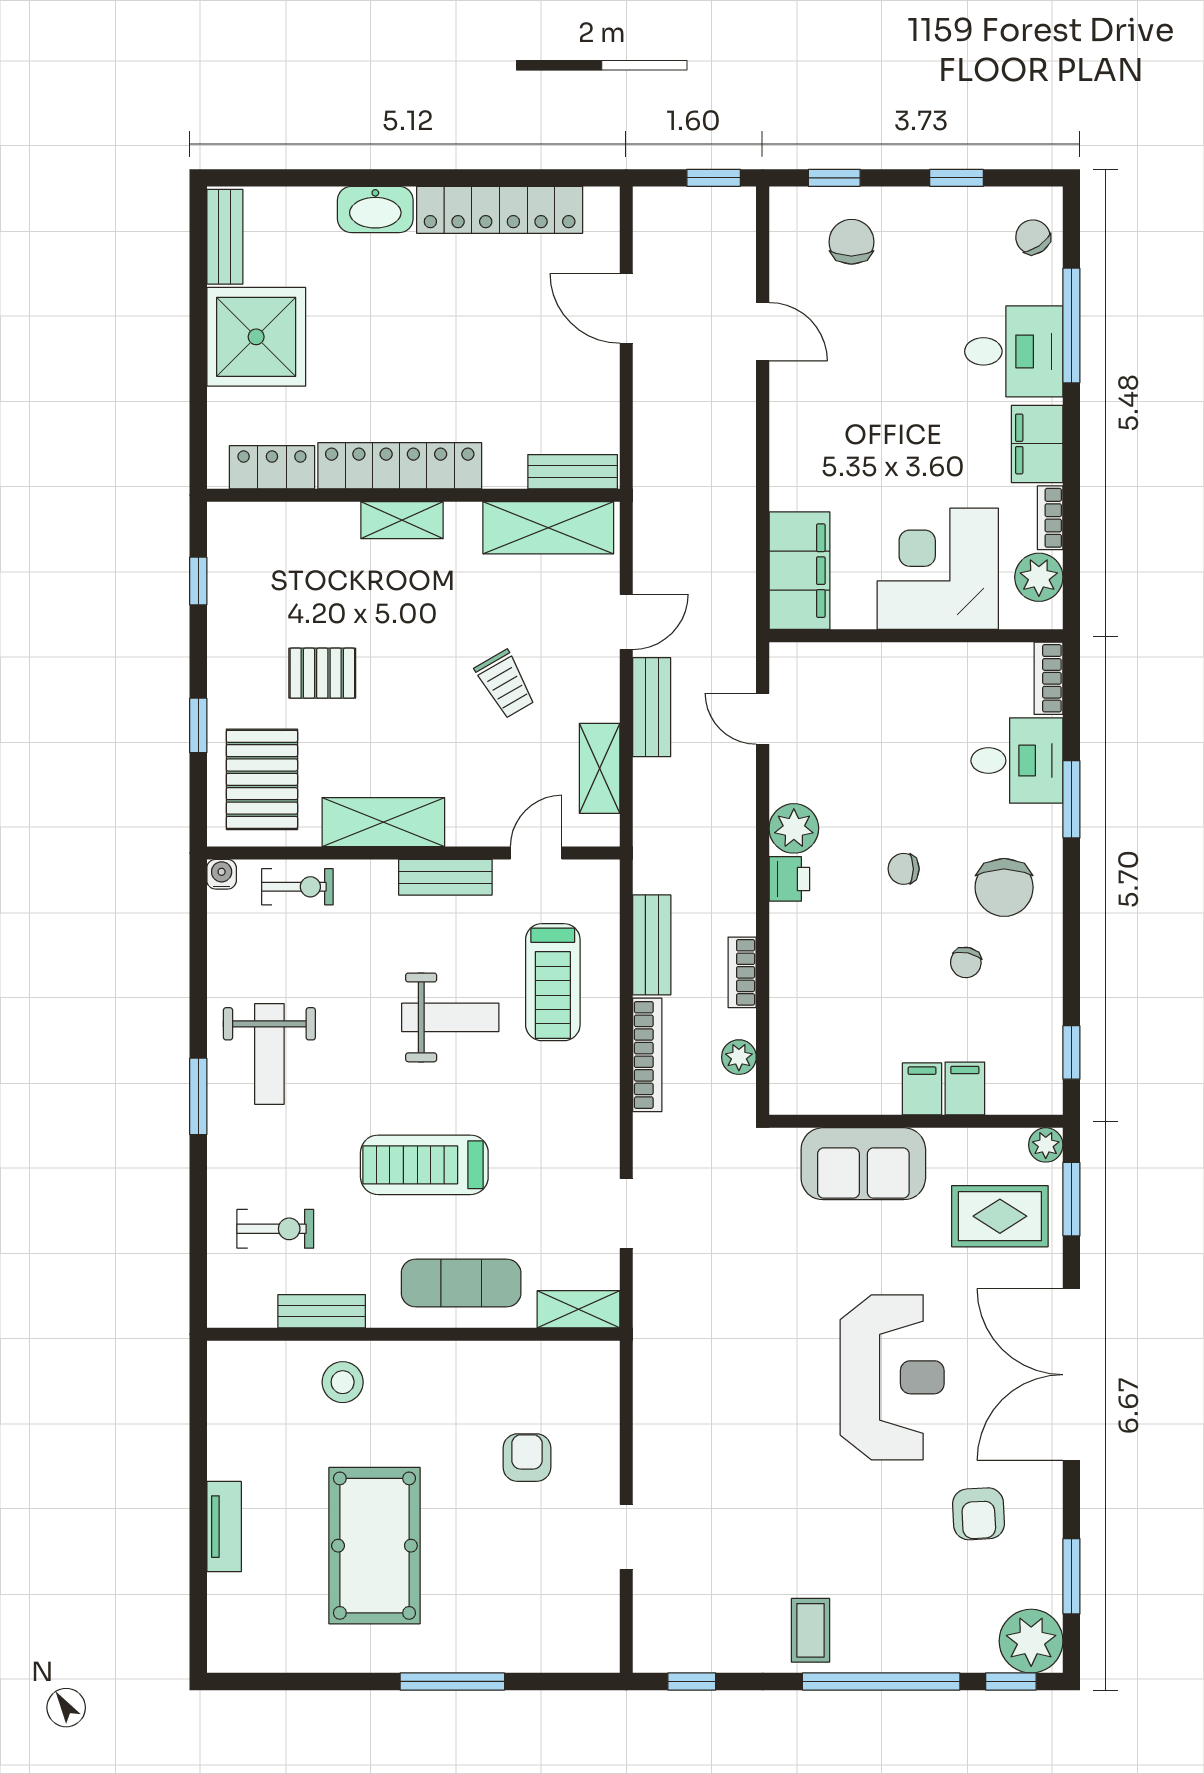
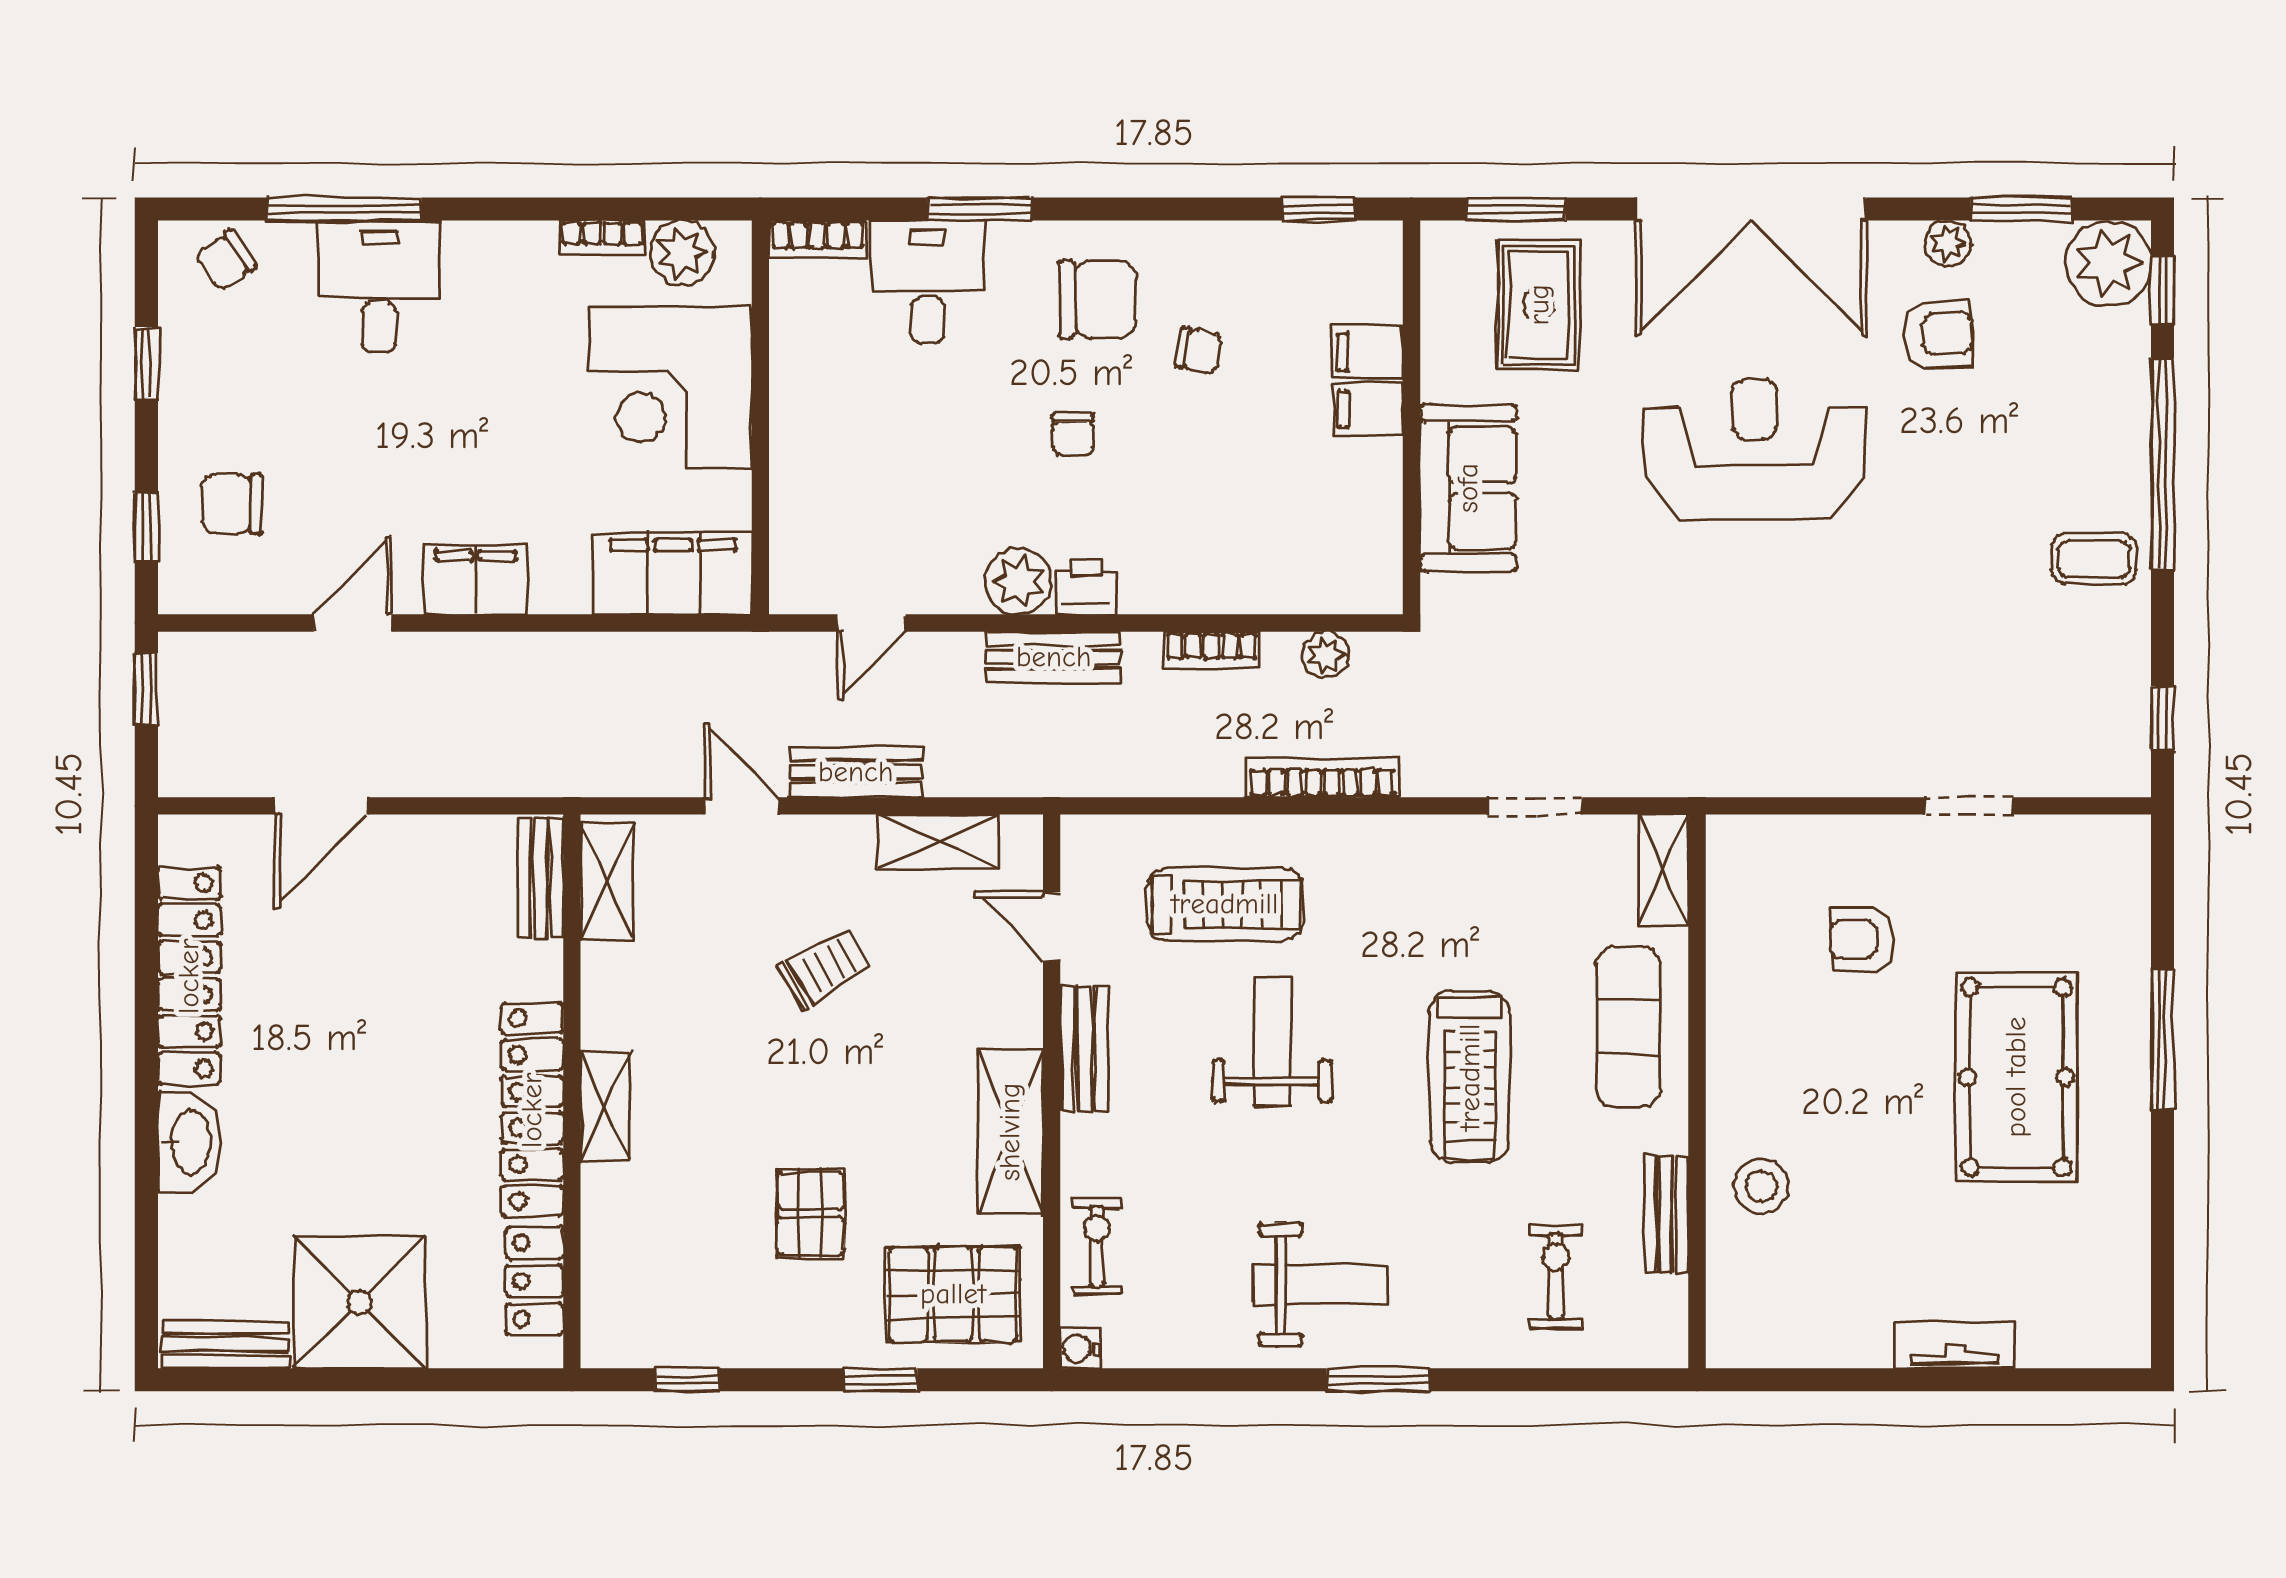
filing cabinet: (1037, 444) -> (476, 580), moved, turned 180
shelving: (548, 528) -> (607, 881), width x0.67, depth x0.75
bench: (652, 945) -> (1054, 657), moved
plant: (1046, 1145) -> (1948, 243), moved
pool table: (374, 1546) -> (2016, 1077), moved, turned 90

